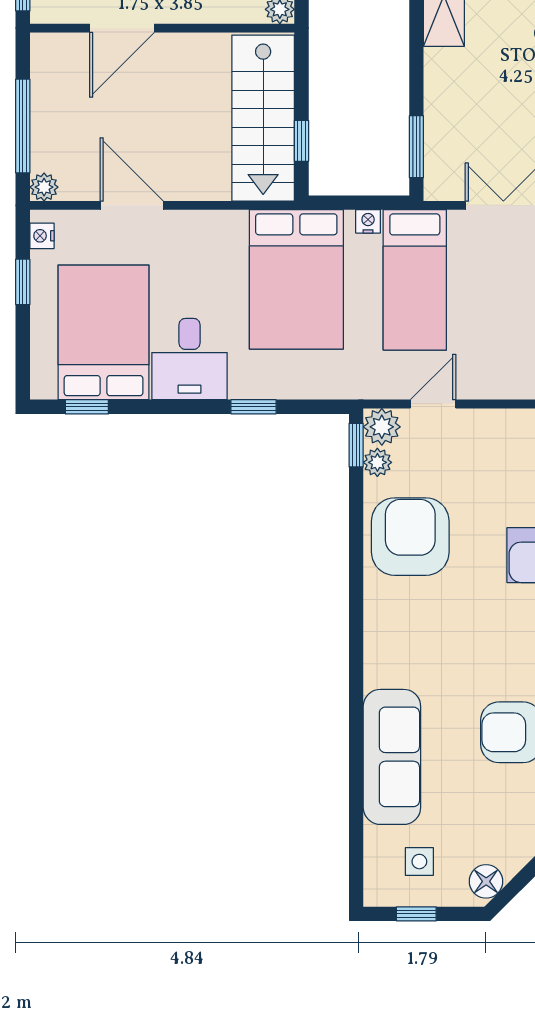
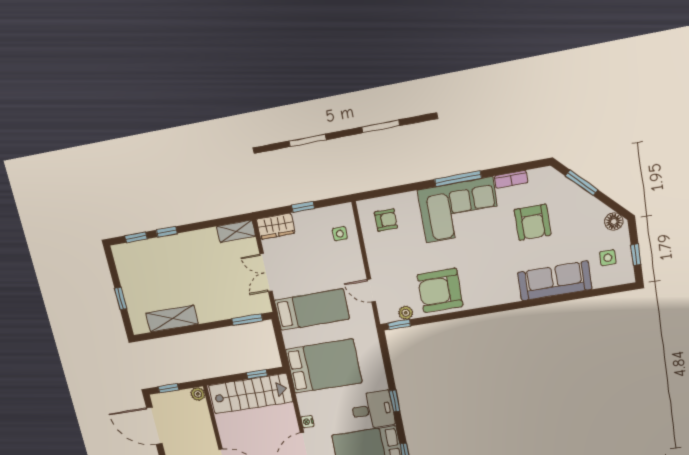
nightstand: (368, 221) -> (307, 422), moved
window: (253, 407) -> (395, 401), moved
plant: (382, 427) -> (388, 314), removed

